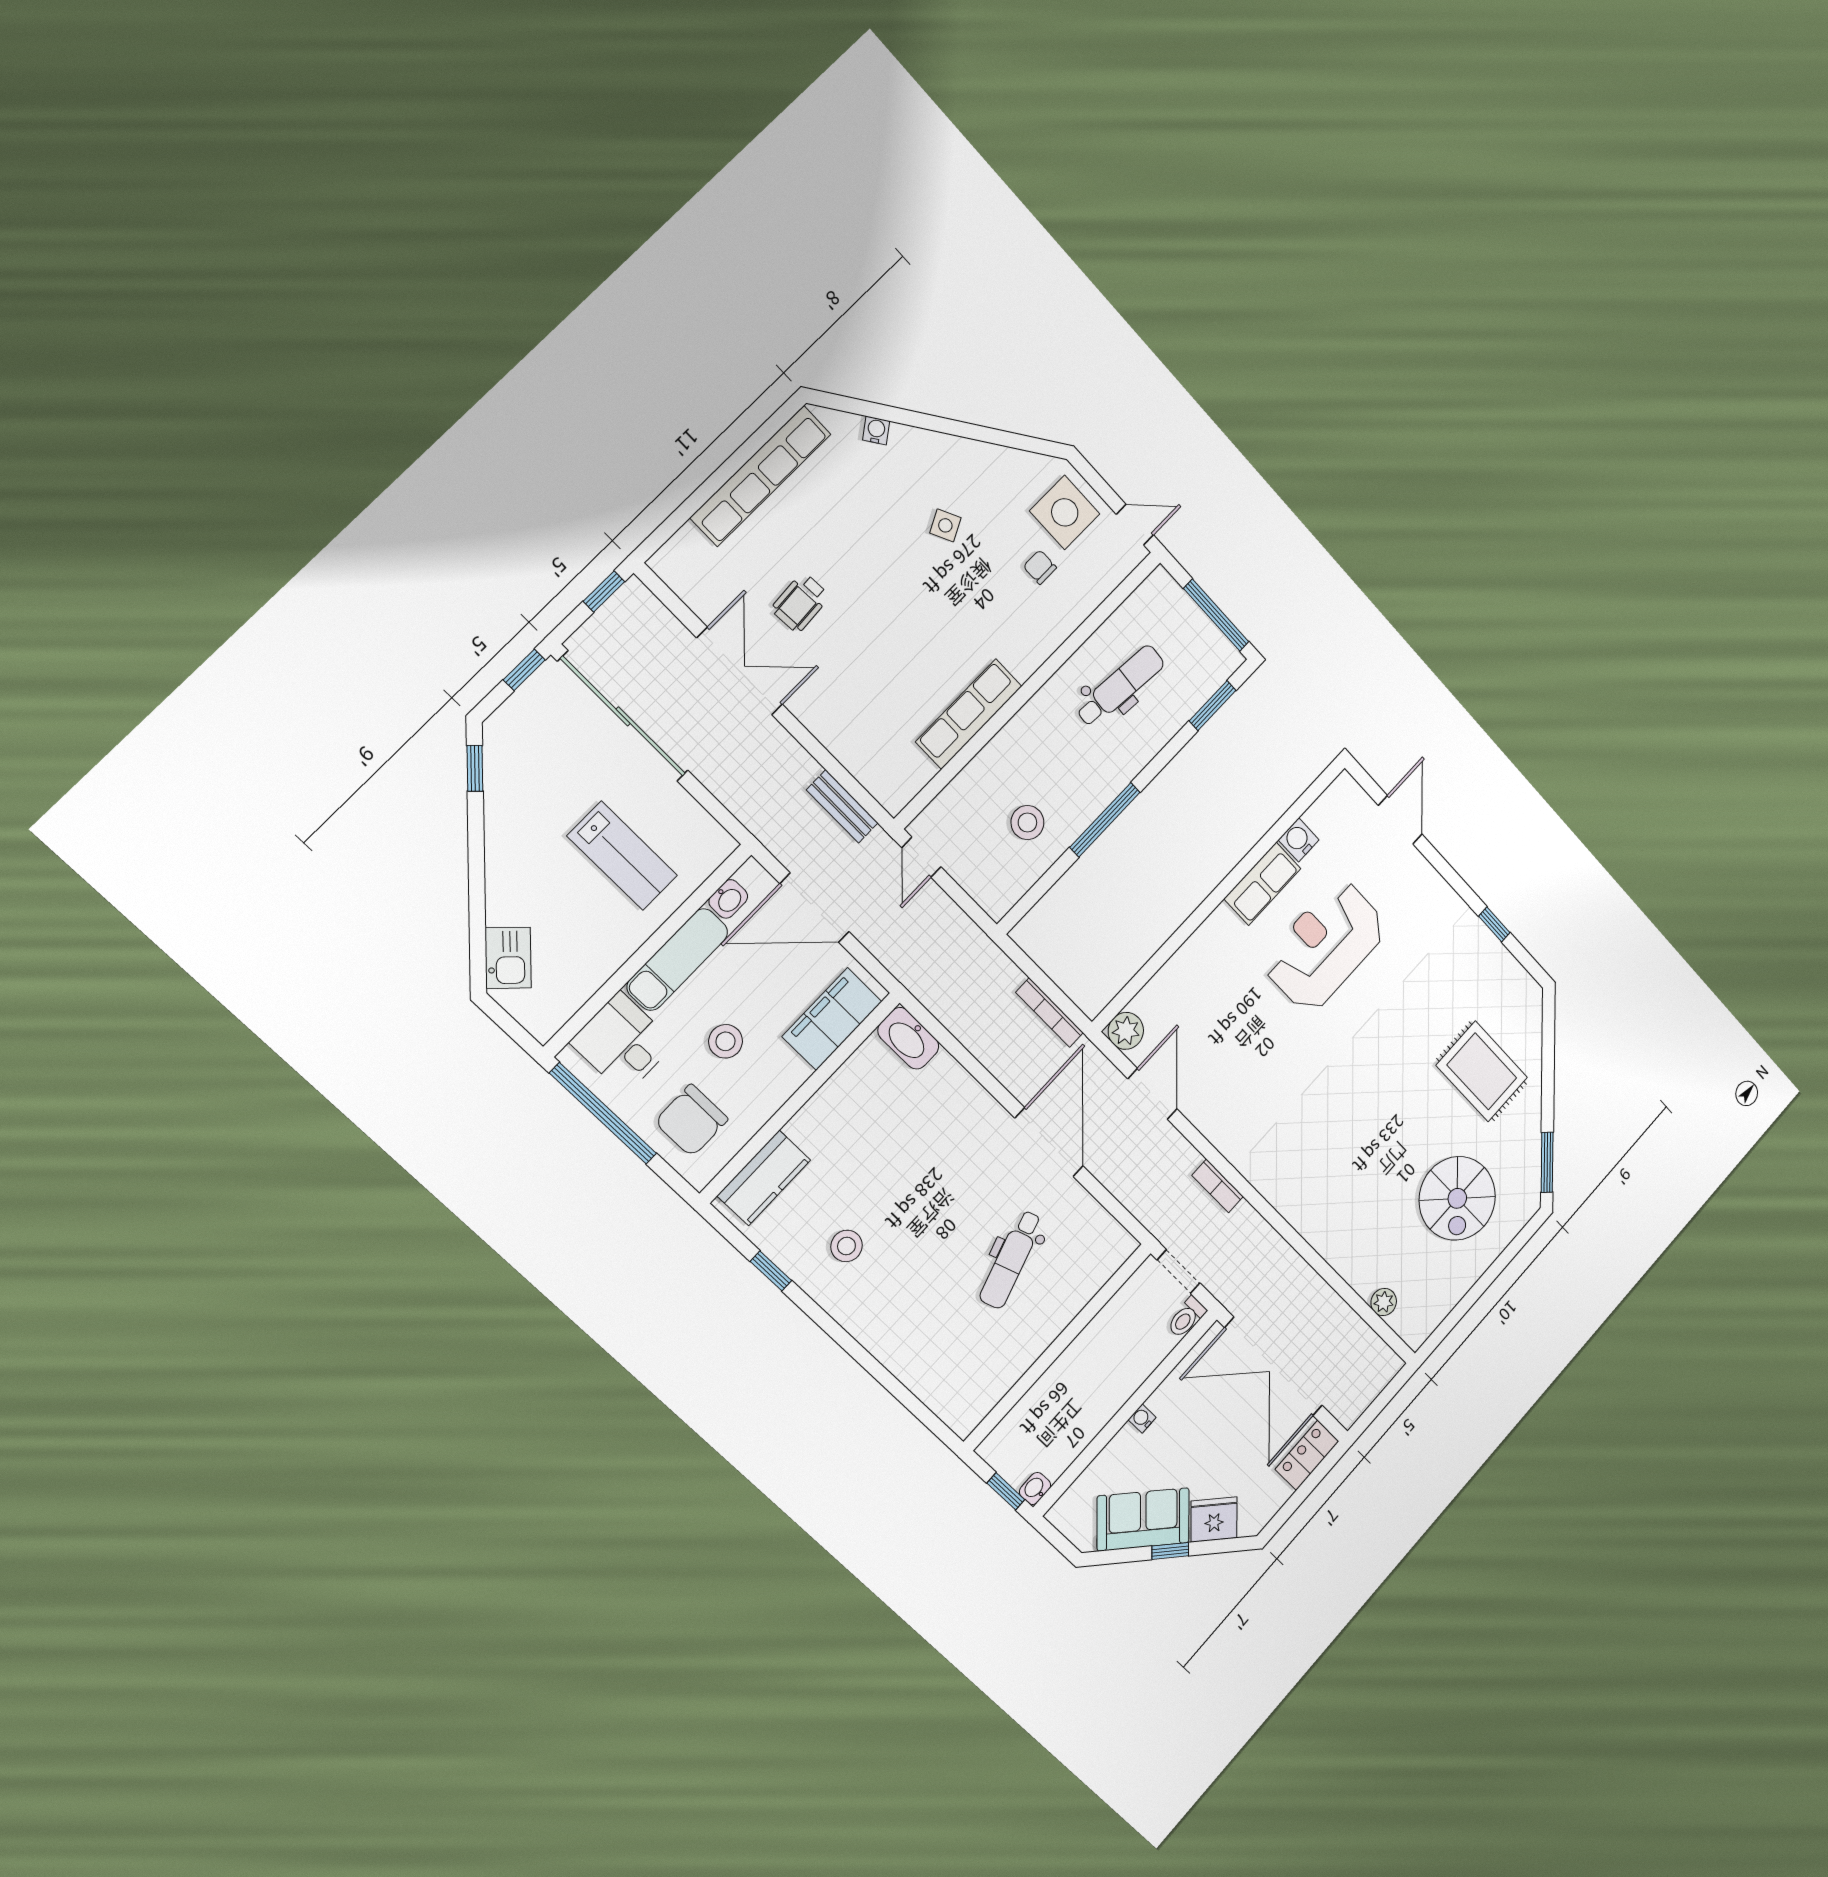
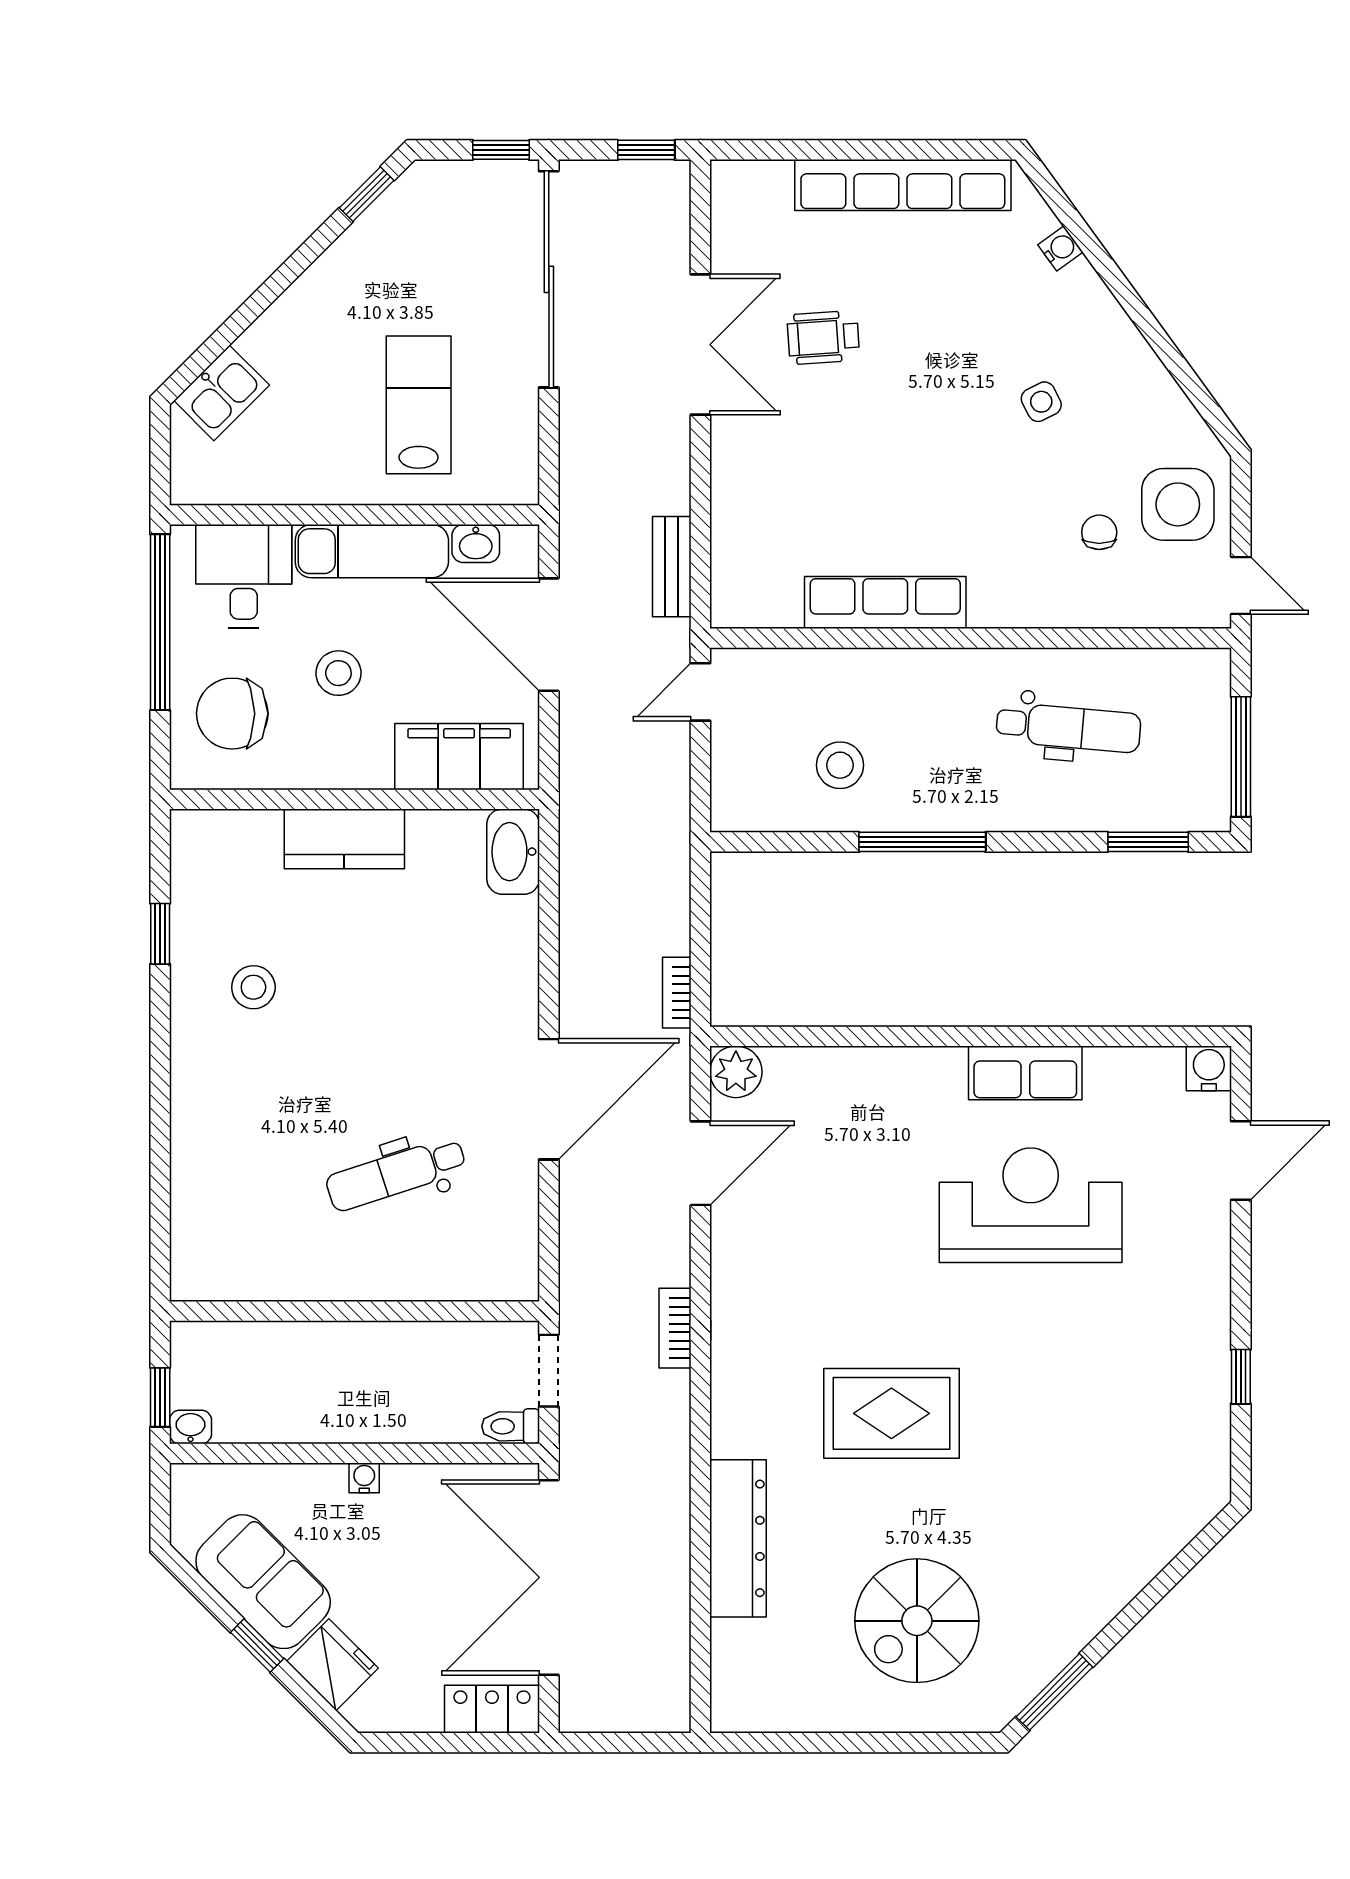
water cooler: (1299, 840) -> (1209, 1068), moved
lab bench: (622, 856) -> (419, 405), turned 180
bookcase: (1050, 1013) -> (677, 993), width x0.64
rug: (1482, 1071) -> (891, 1413), moved, turned 90
kitchen counter: (764, 1178) -> (344, 839), moved
dresser: (1342, 1251) -> (738, 1538), added
plant: (1384, 1302) -> (730, 1641), removed

